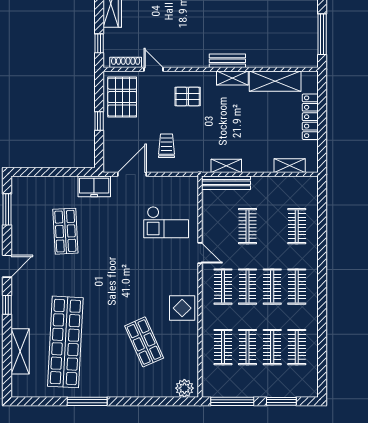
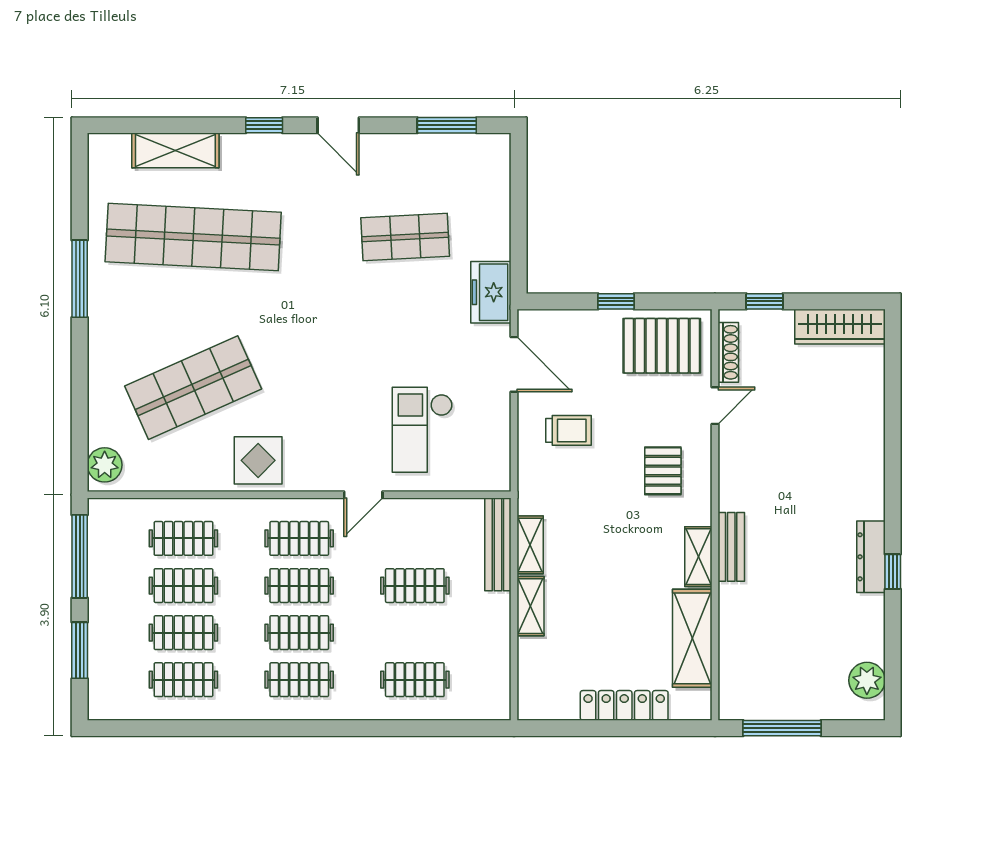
shelving: (290, 166) -> (530, 606), moved
shop shelf: (144, 342) -> (193, 388), width x1.43, depth x1.36

